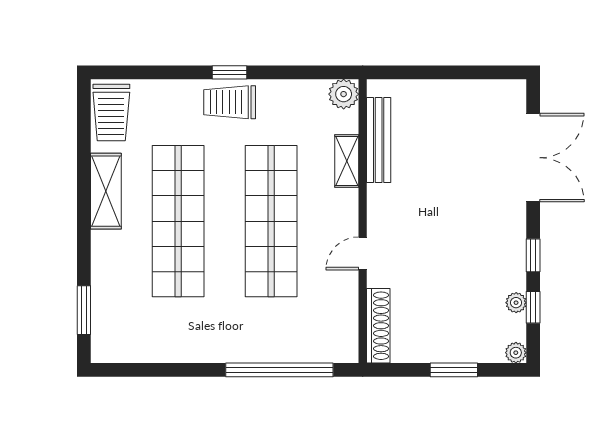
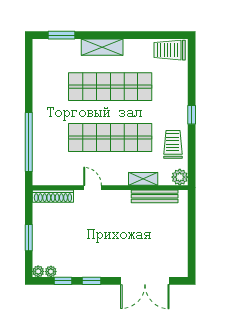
trolley: (230, 102) -> (173, 144), moved
shelving: (106, 191) -> (102, 47), moved
plant: (516, 303) -> (51, 272), moved

